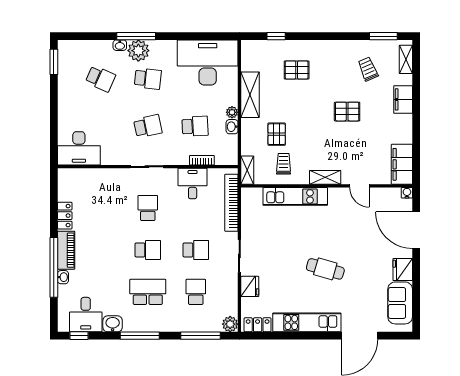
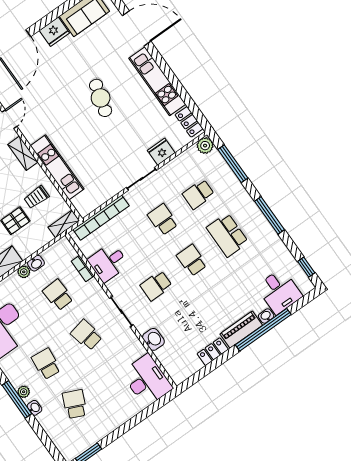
plant: (138, 51) -> (24, 392), width x0.53, depth x0.53
desk: (86, 315) -> (279, 291), moved, turned 90
washbasin: (113, 324) -> (153, 339), moved, turned 180

